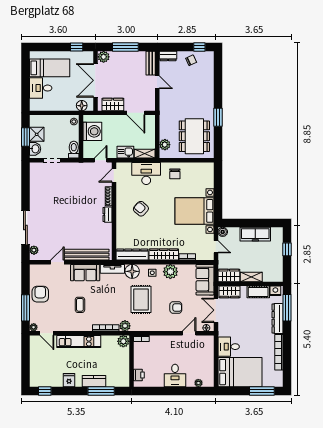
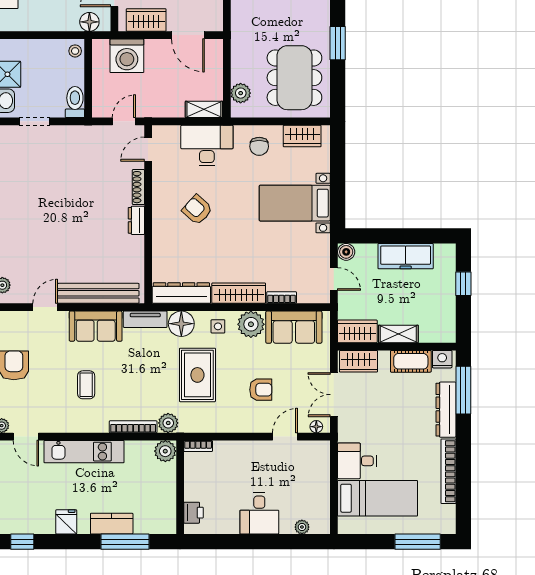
washing machine: (92, 131) -> (127, 56), moved, turned 90
kitchen sink: (125, 152) -> (169, 107), removed
wardrobe: (199, 168) -> (302, 136), added
bed with nightstands: (194, 211) -> (295, 203), width x0.73
sofa: (205, 280) -> (294, 327), moved, turned -90
bed: (240, 372) -> (378, 498), width x0.67

